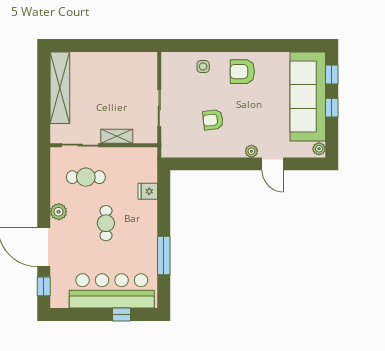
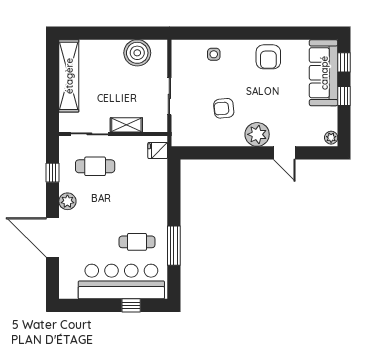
boiler: (127, 65) -> (137, 53), added
armchair: (242, 72) -> (268, 57), moved, turned -90
sofa: (308, 96) -> (324, 73), width x0.74, depth x0.79
plant: (251, 151) -> (257, 134), width x1.88, depth x1.88
fridge: (148, 191) -> (158, 151), moved
cafe table: (106, 223) -> (137, 242), moved, turned 90
window: (44, 286) -> (52, 173), moved

